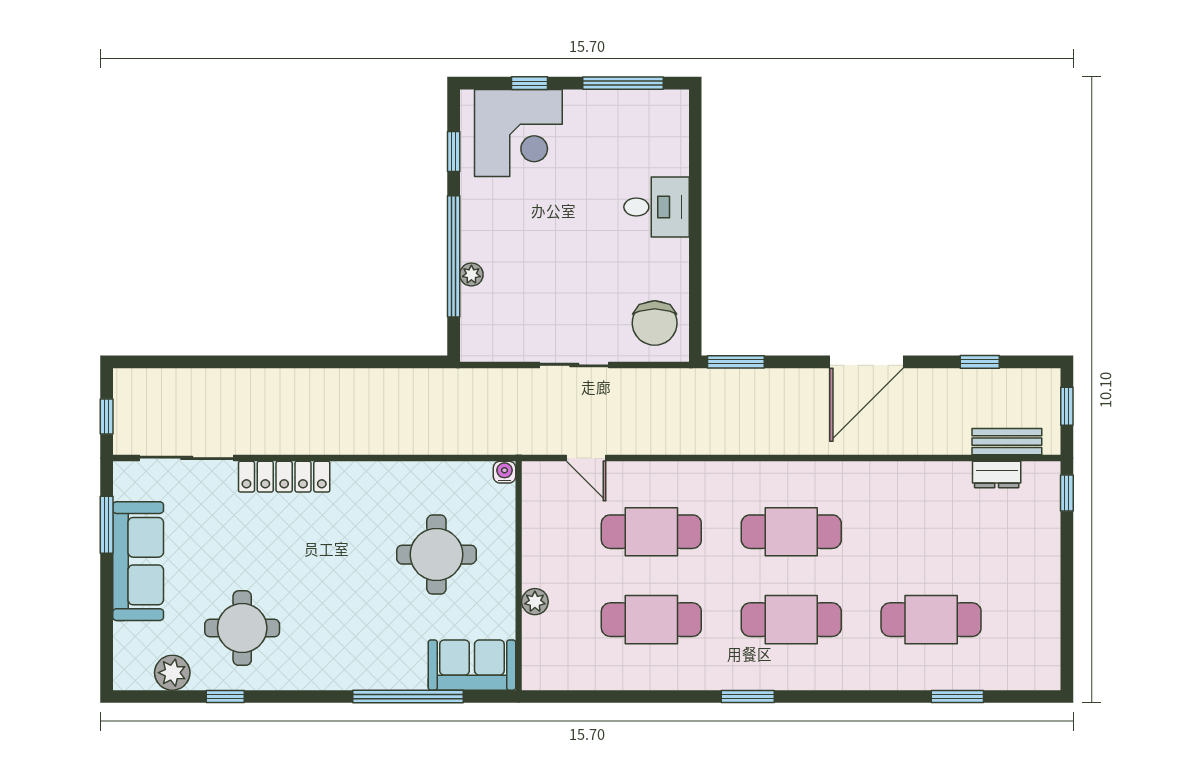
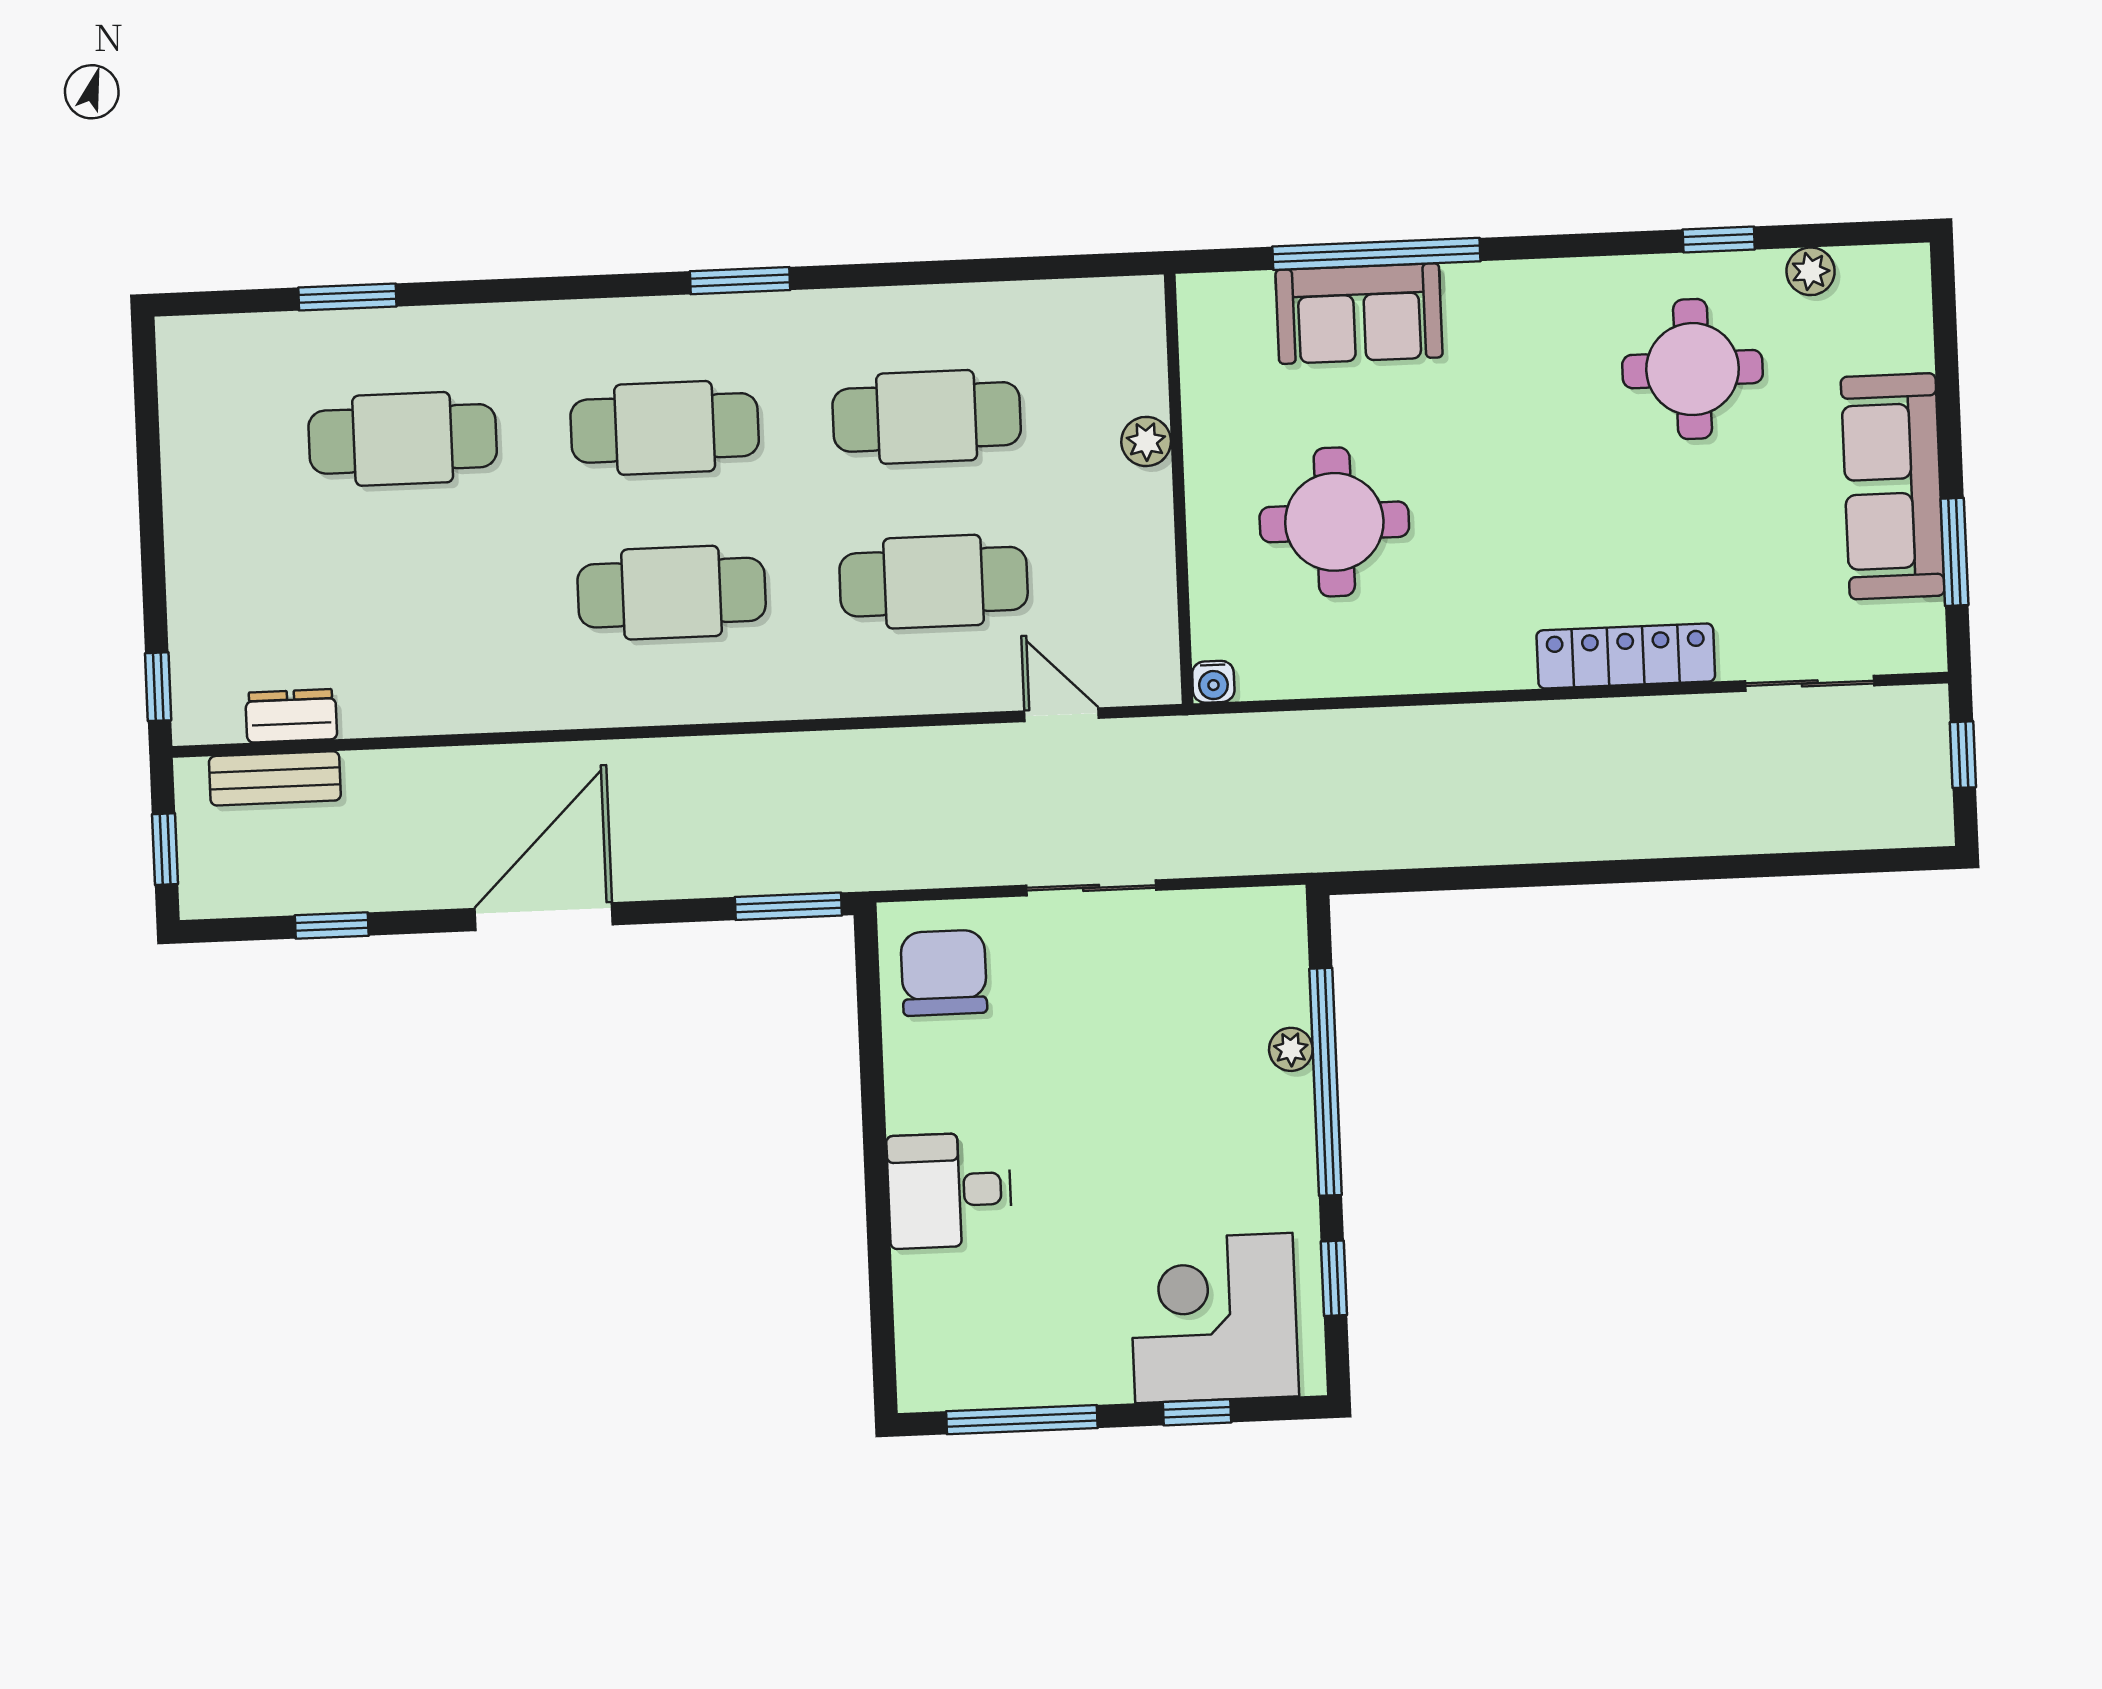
sliding door: (187, 458) -> (1810, 683), width x0.73
sofa: (472, 665) -> (1359, 314), moved
plant: (172, 673) -> (1811, 271), width x0.73, depth x0.73

